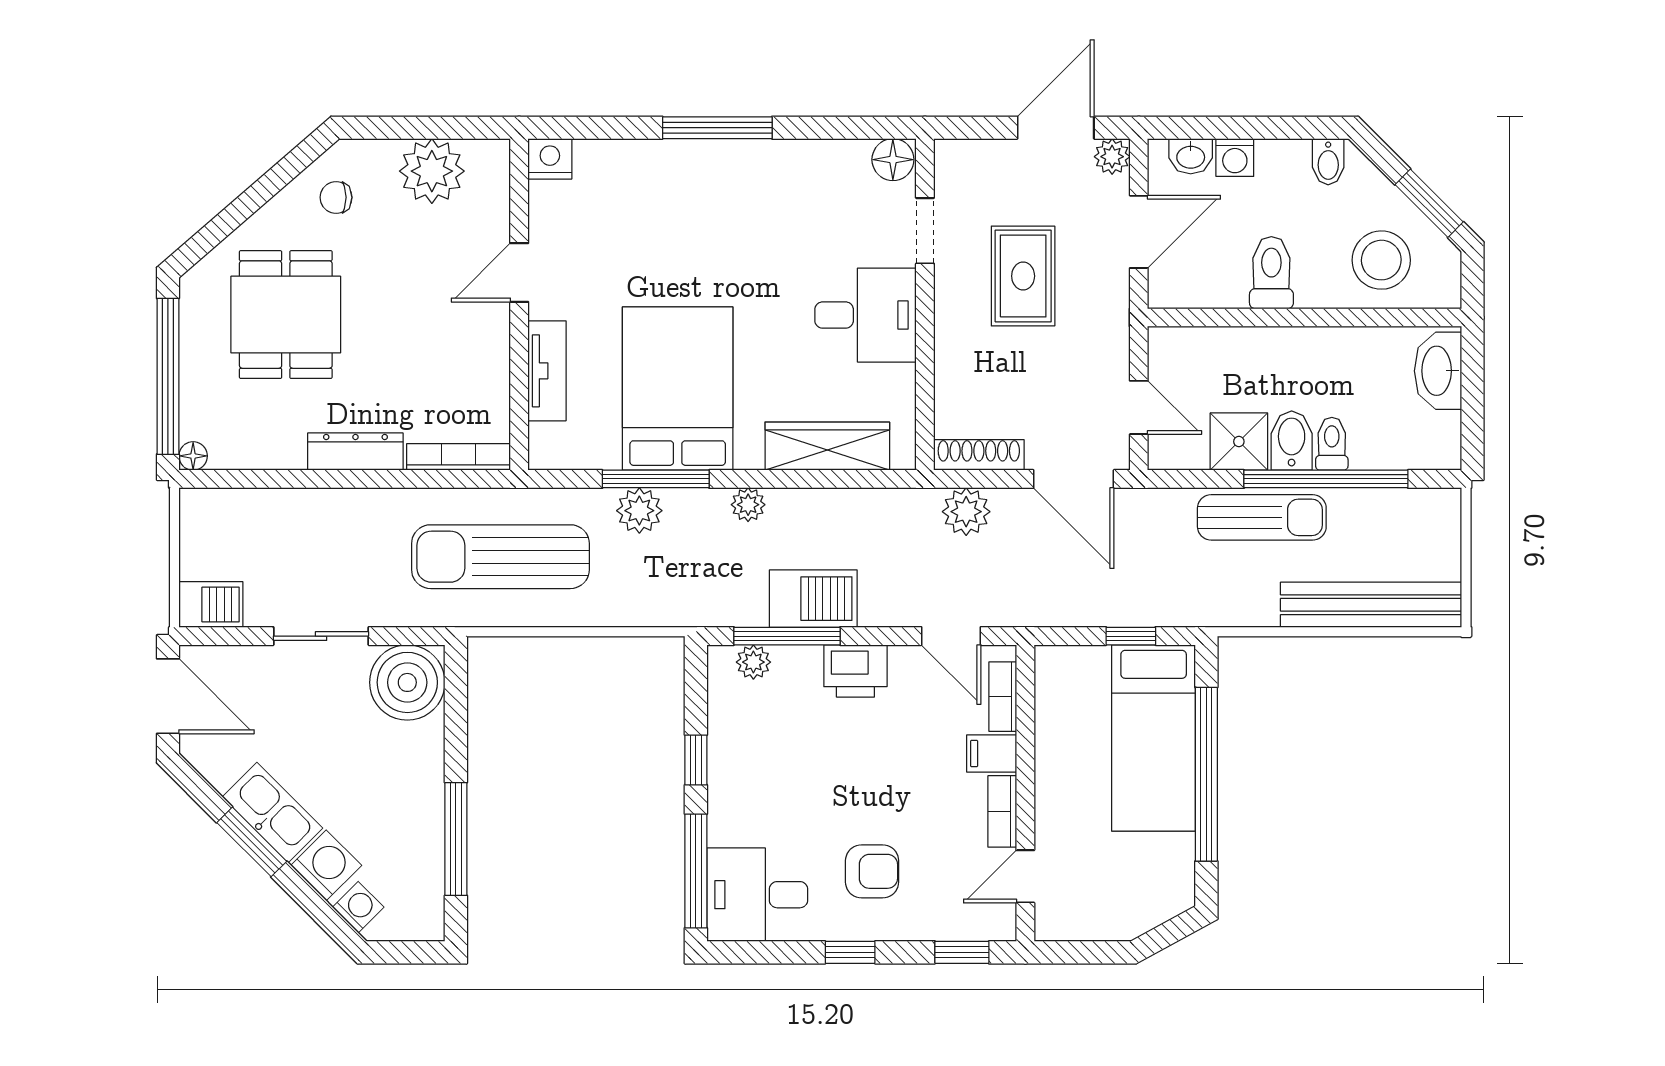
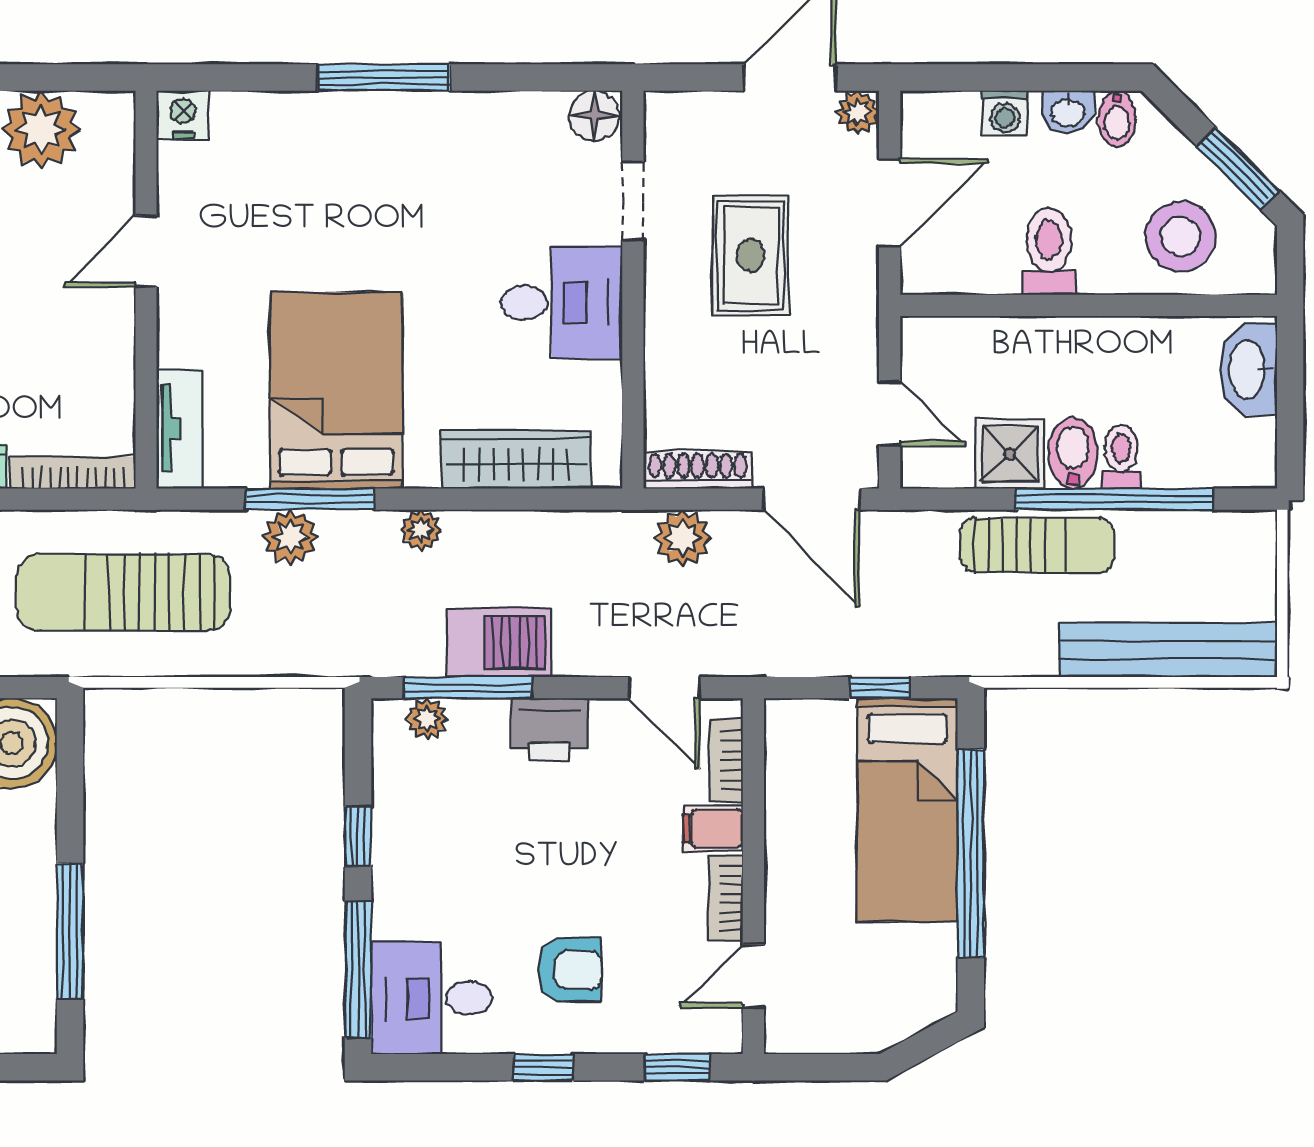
washbasin: (1191, 156) -> (1068, 112), moved
tv unit: (547, 371) -> (179, 429), moved

